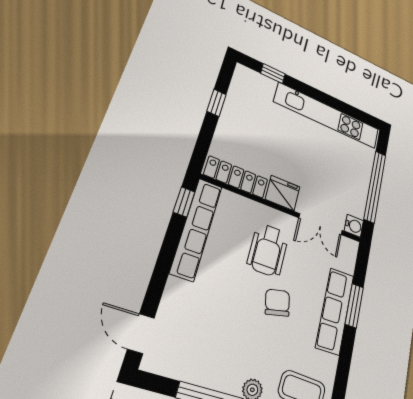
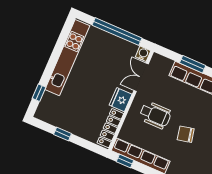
double door: (321, 224) -> (141, 77), swing flipped
chair: (277, 303) -> (186, 134), moved

